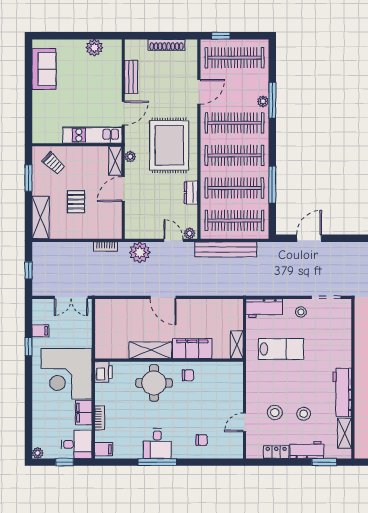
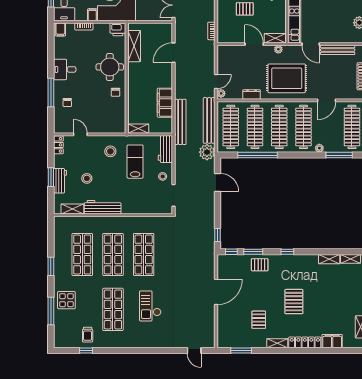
bench: (131, 77) -> (338, 50), width x1.36
door: (199, 92) -> (327, 100), hinge flipped
window: (272, 100) -> (339, 155), moved
window: (272, 185) -> (257, 155), width x1.46
plant: (140, 252) -> (207, 152), moved
bench: (228, 288) -> (180, 122), added
door: (163, 297) -> (173, 53), moved
filing cabinet: (192, 349) -> (165, 103), moved, turned 180
lab bench: (281, 349) -> (135, 162), turned 180
shelving: (150, 350) -> (134, 46), moved
stool: (275, 412) -> (110, 151), moved
filing cabinet: (84, 413) -> (92, 15), width x0.50
locker: (276, 452) -> (58, 145), moved
window: (157, 462) -> (51, 92), moved
window: (324, 462) -> (51, 177), moved

